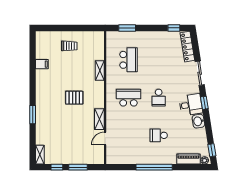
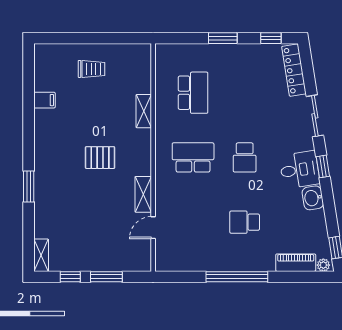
window: (127, 28) -> (223, 38), moved

